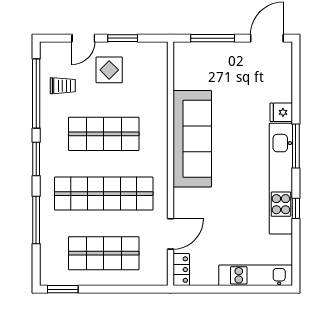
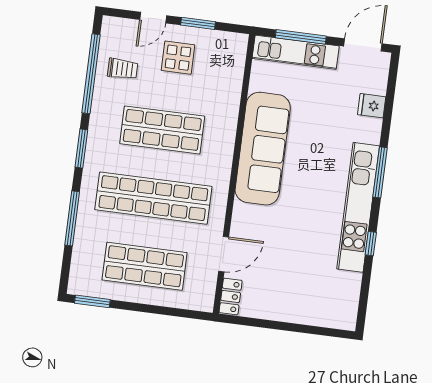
fridge: (281, 112) -> (372, 106), moved
kitchen unit: (256, 275) -> (296, 52), moved, turned 180

